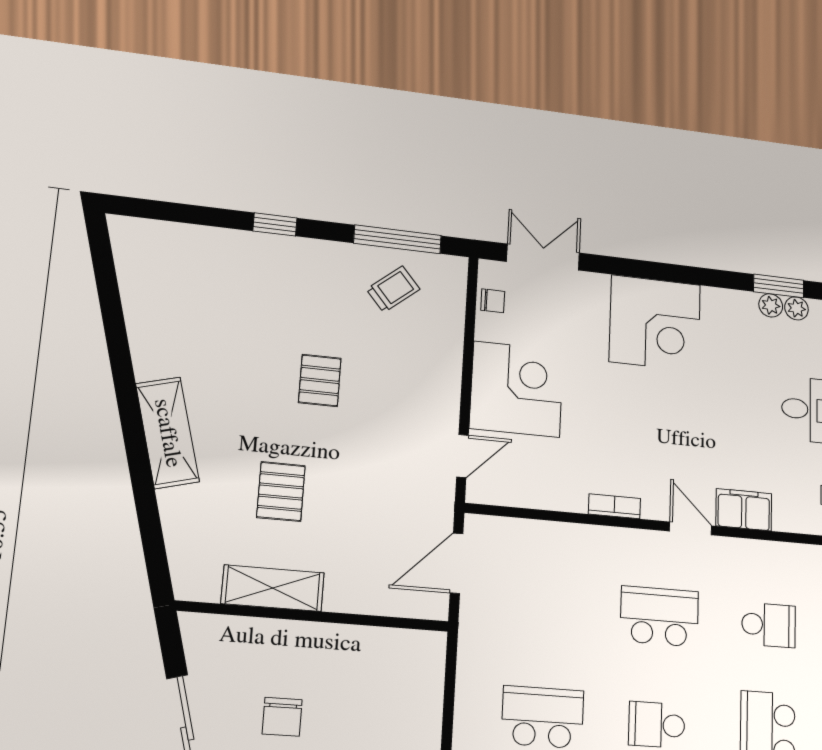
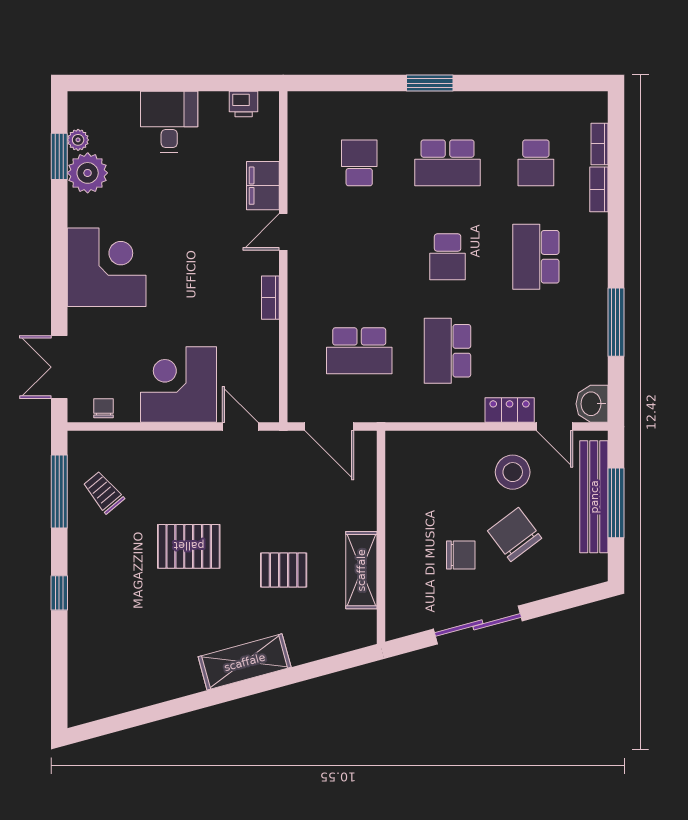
plant: (771, 305) -> (88, 173), width x1.88, depth x1.88
pallet: (320, 380) -> (189, 546), width x1.50, depth x1.42
school desk: (659, 616) -> (359, 351), moved, turned -90

